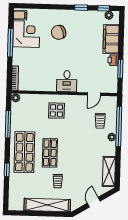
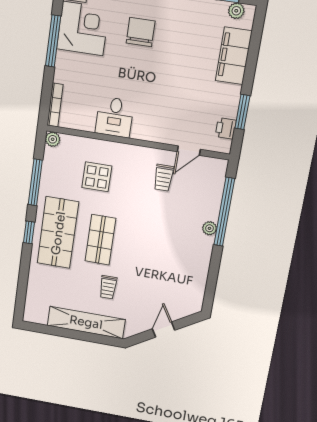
chair: (59, 32) -> (141, 32), turned 108
printer: (113, 60) -> (226, 128), moved
desk: (67, 81) -> (115, 117), moved
display table: (56, 111) -> (97, 177), moved
trolley: (100, 121) -> (163, 178), moved
window: (7, 170) -> (29, 232), moved
shelving: (109, 171) -> (196, 284), removed

